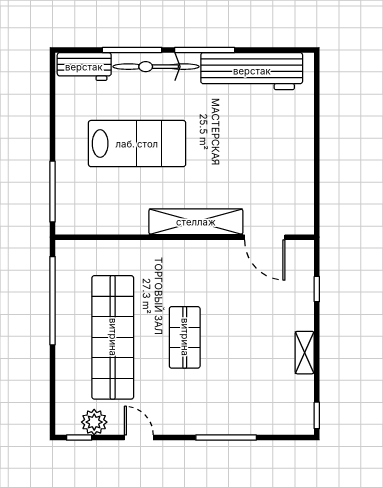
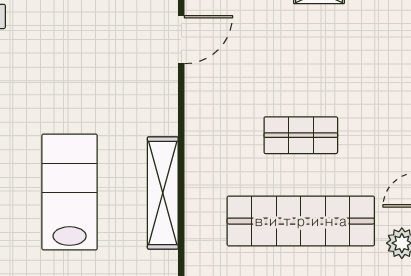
shelving: (196, 222) -> (163, 193), moved

